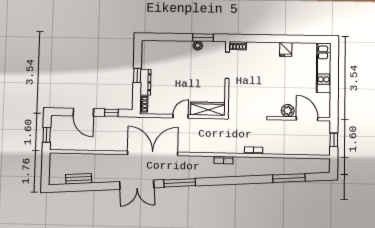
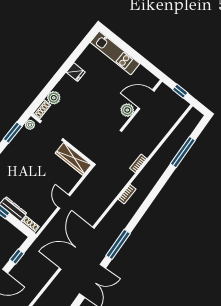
plant: (198, 46) -> (30, 125), moved
plant: (253, 48) -> (54, 98), added
wardrobe: (208, 109) -> (73, 159), moved, turned -90

